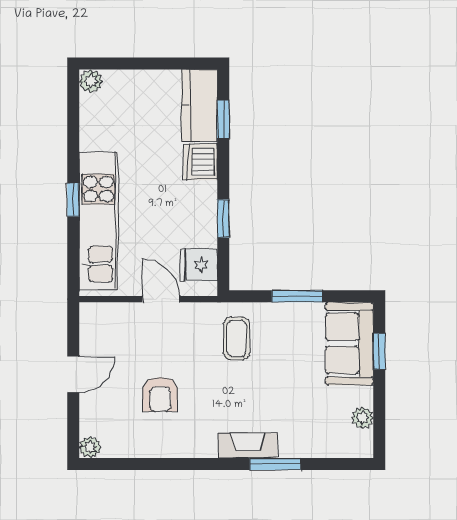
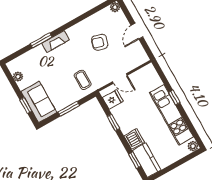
kitchen unit: (99, 221) -> (171, 115), moved
armchair: (160, 394) -> (100, 42), turned -74

